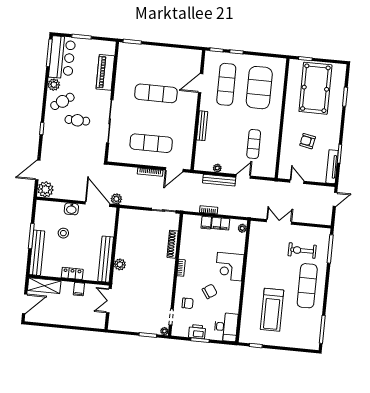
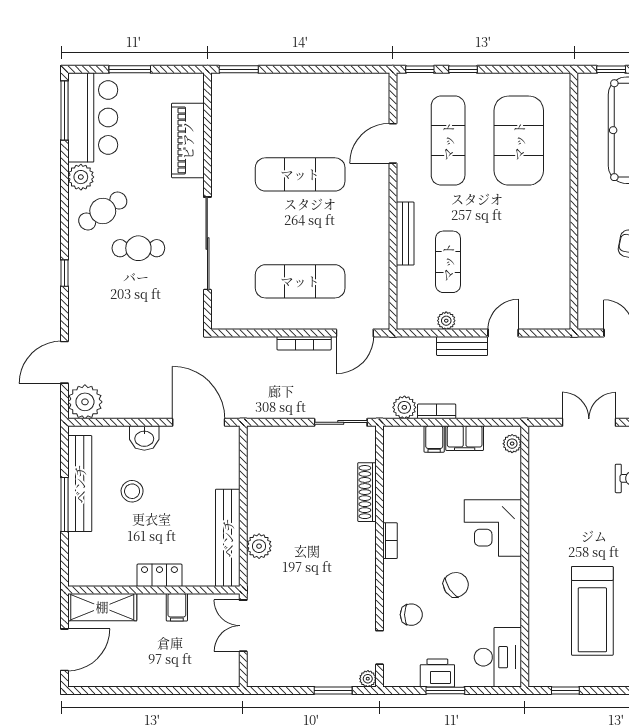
exercise mat: (254, 144) -> (448, 262), moved
bench: (219, 180) -> (462, 346), width x0.73
plant: (116, 199) -> (404, 407), moved
bench: (37, 253) -> (80, 484), moved

